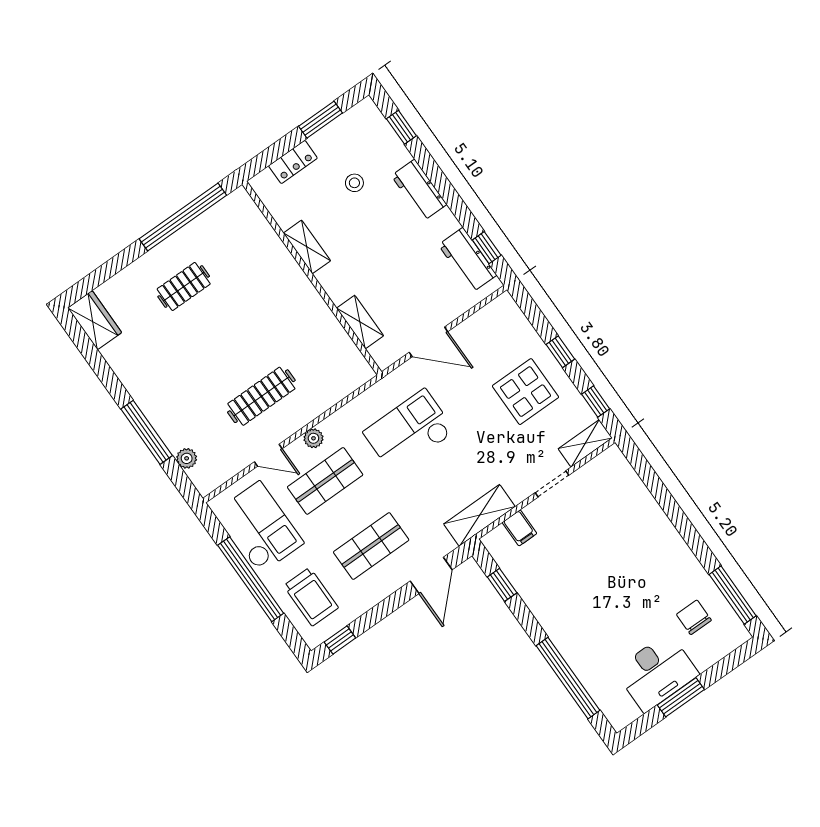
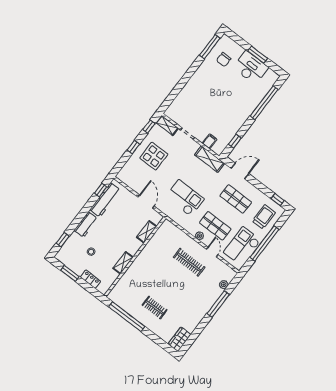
workbench: (468, 260) -> (105, 200), width x1.38
checkout: (409, 432) -> (185, 198), turned 180

